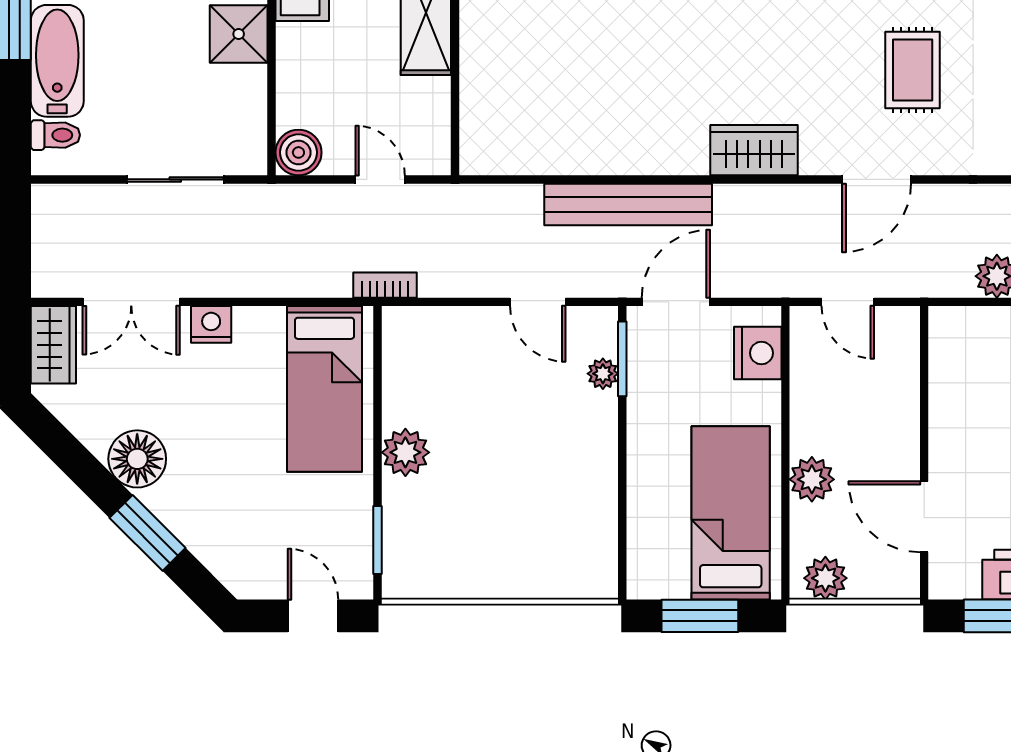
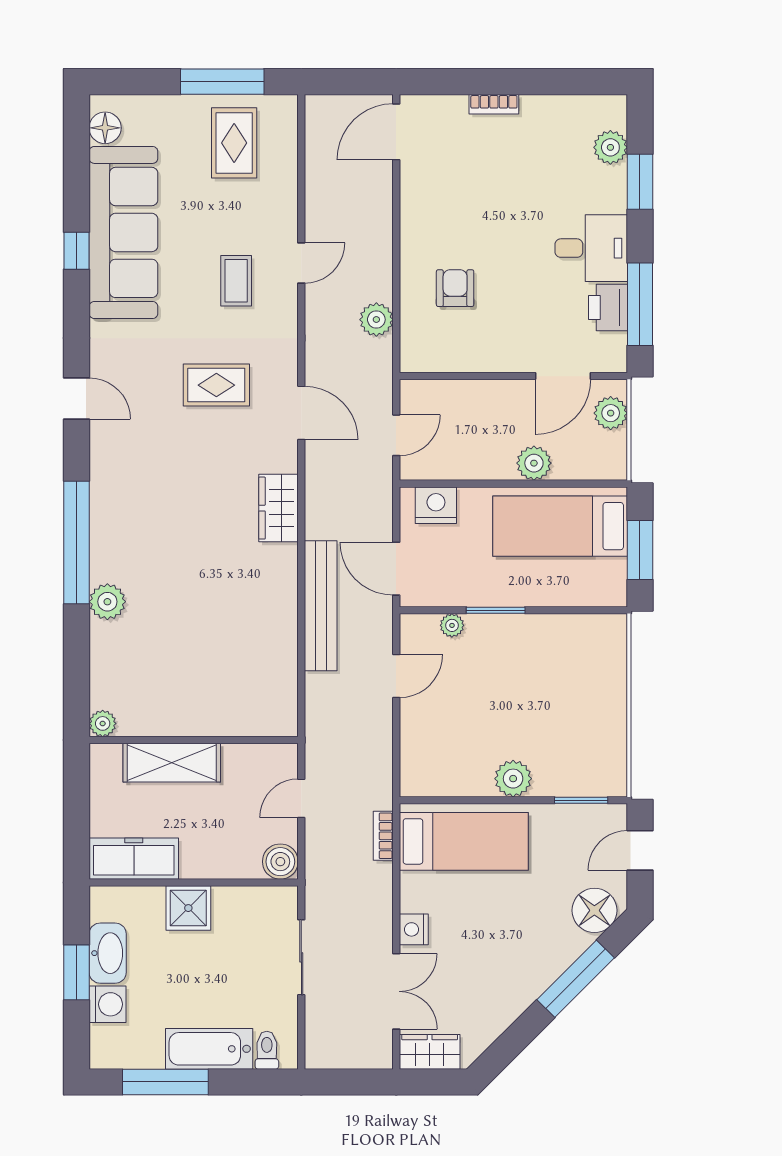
bookcase: (385, 285) -> (383, 836), moved
window: (622, 359) -> (496, 610), moved
floor lamp: (137, 459) -> (594, 910), moved
window: (148, 533) -> (576, 979), width x1.44
plant: (825, 578) -> (611, 413), moved

